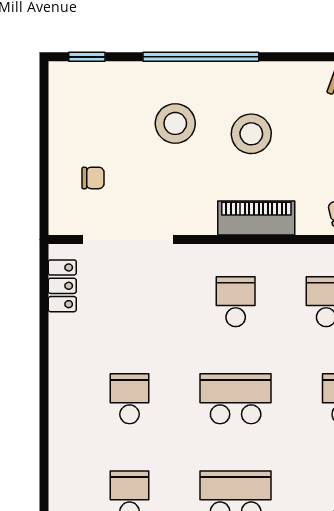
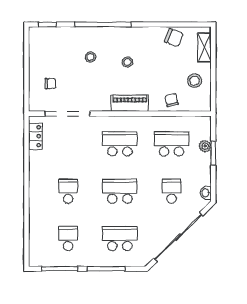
stool: (175, 123) -> (90, 57), width x0.53, depth x0.53
stool: (251, 134) -> (127, 62), width x0.53, depth x0.53
school desk: (236, 302) -> (120, 144), width x1.85

